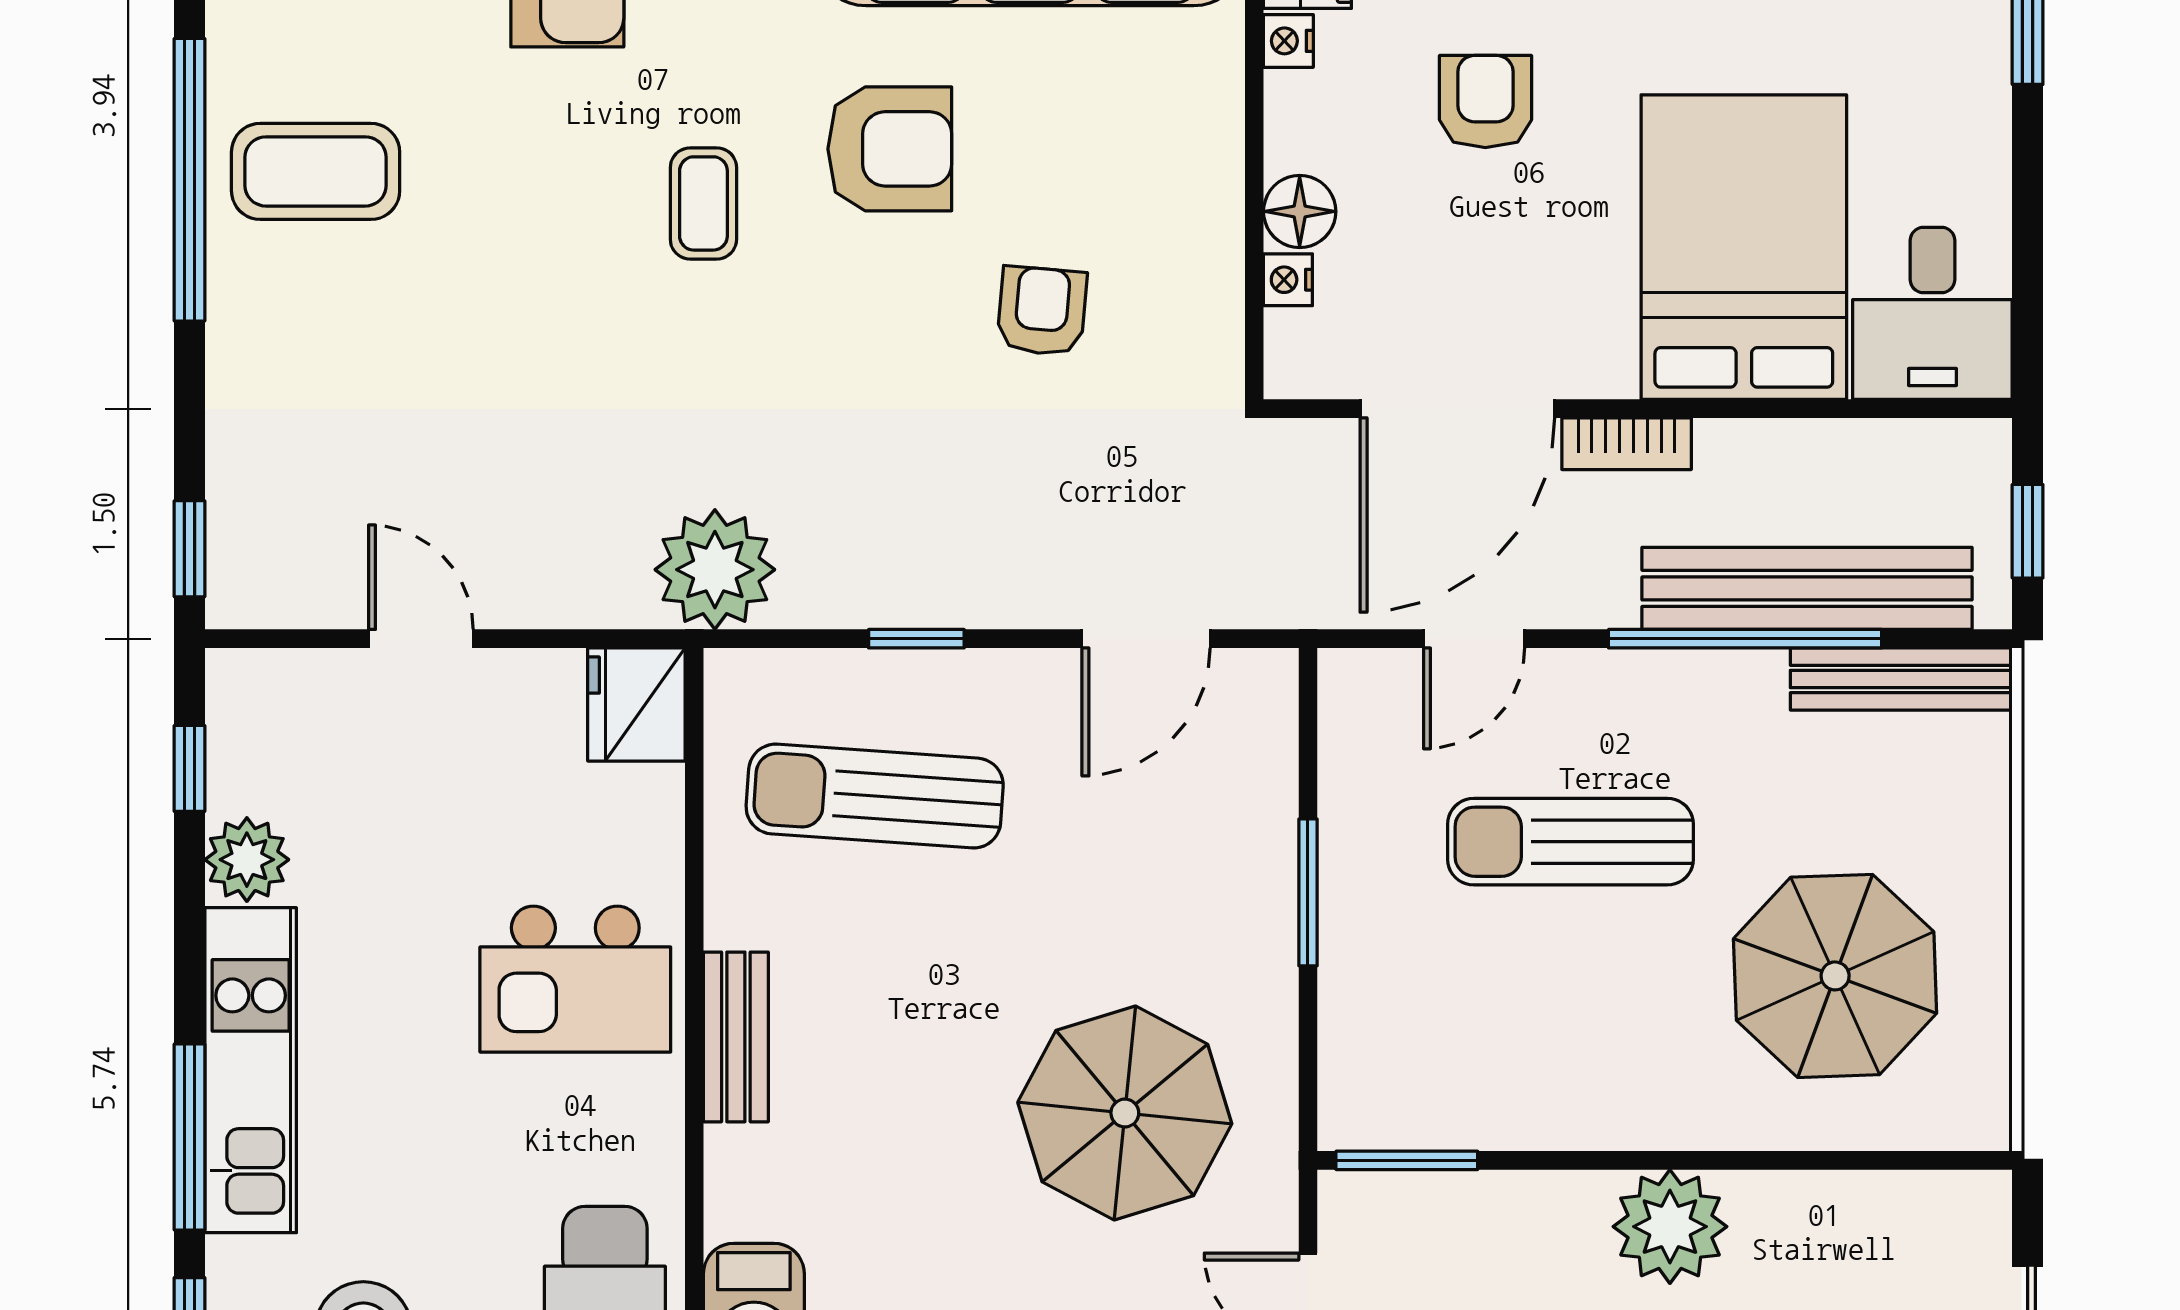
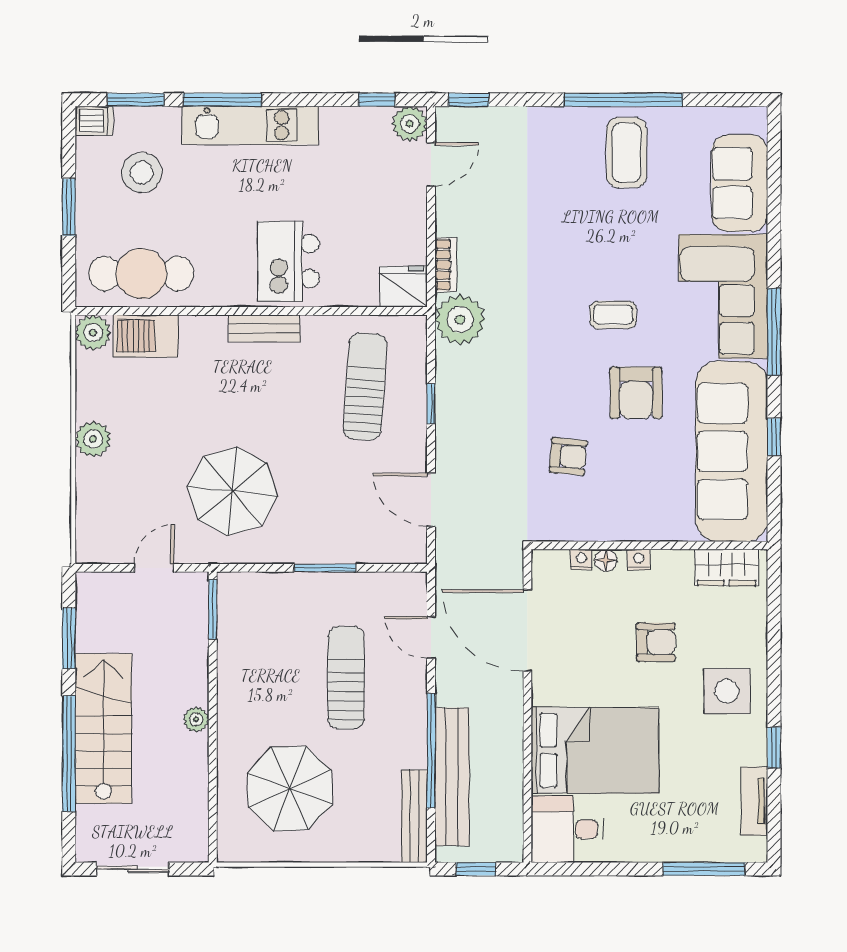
nightstand: (1288, 41) -> (639, 560), moved
floor lamp: (1300, 211) -> (606, 560), width x0.73, depth x0.73
bookcase: (1627, 444) -> (446, 265), moved, turned 180
door: (421, 639) -> (431, 164), moved
plant: (247, 860) -> (410, 124), moved
plant: (1670, 1227) -> (196, 719), width x0.53, depth x0.53

